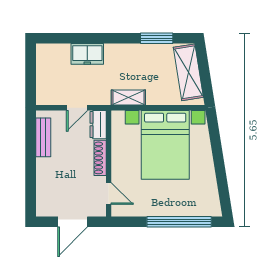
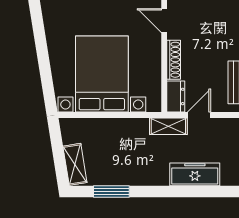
freezer: (87, 54) -> (195, 174), width x1.40
shelving: (188, 72) -> (75, 164), width x0.67, depth x0.75
shelving: (128, 98) -> (168, 126), moved

